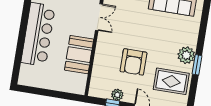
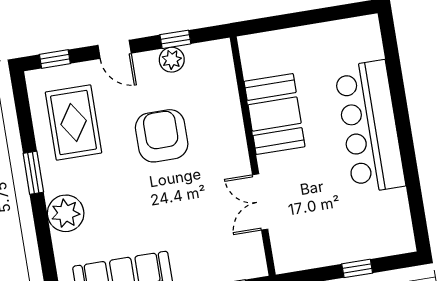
plant: (186, 55) -> (66, 213), moved
rug: (171, 81) -> (74, 123), turned 90

